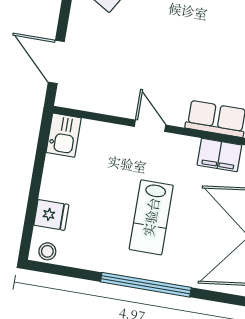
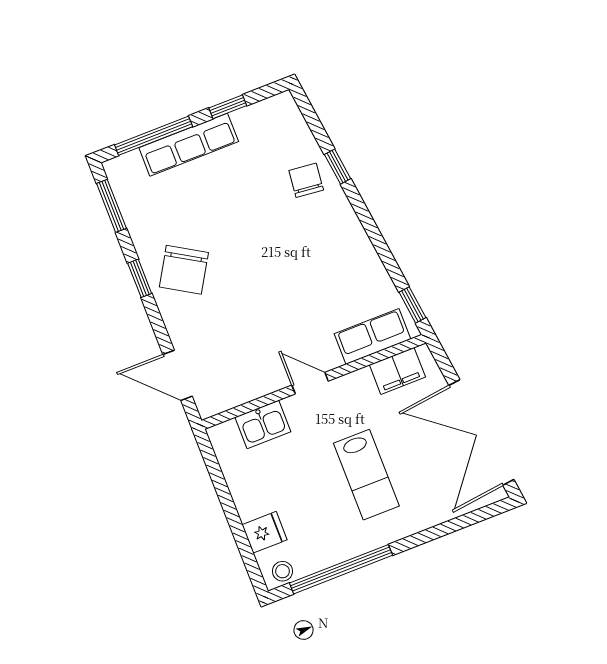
kitchen sink: (64, 135) -> (263, 424), moved, turned 90
window: (146, 285) -> (341, 569), moved

